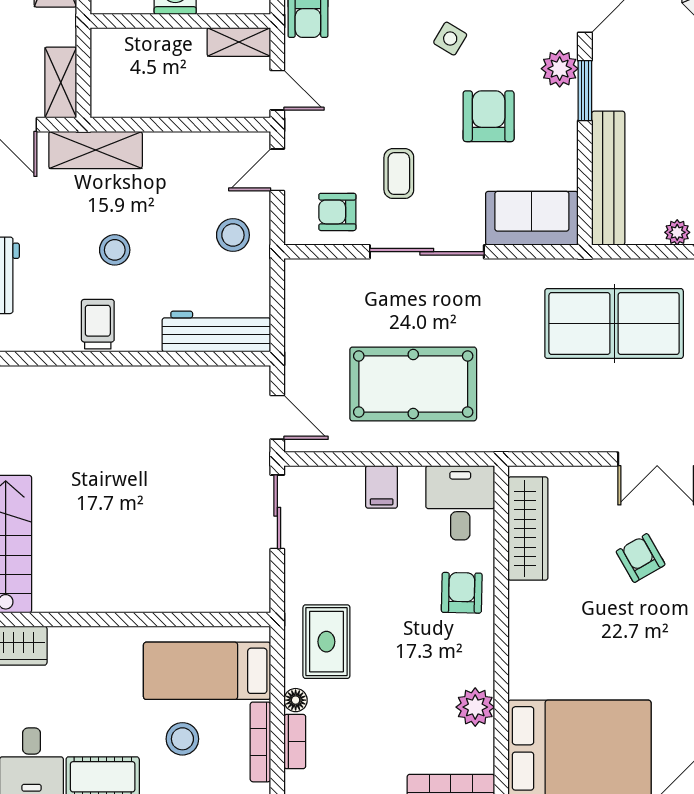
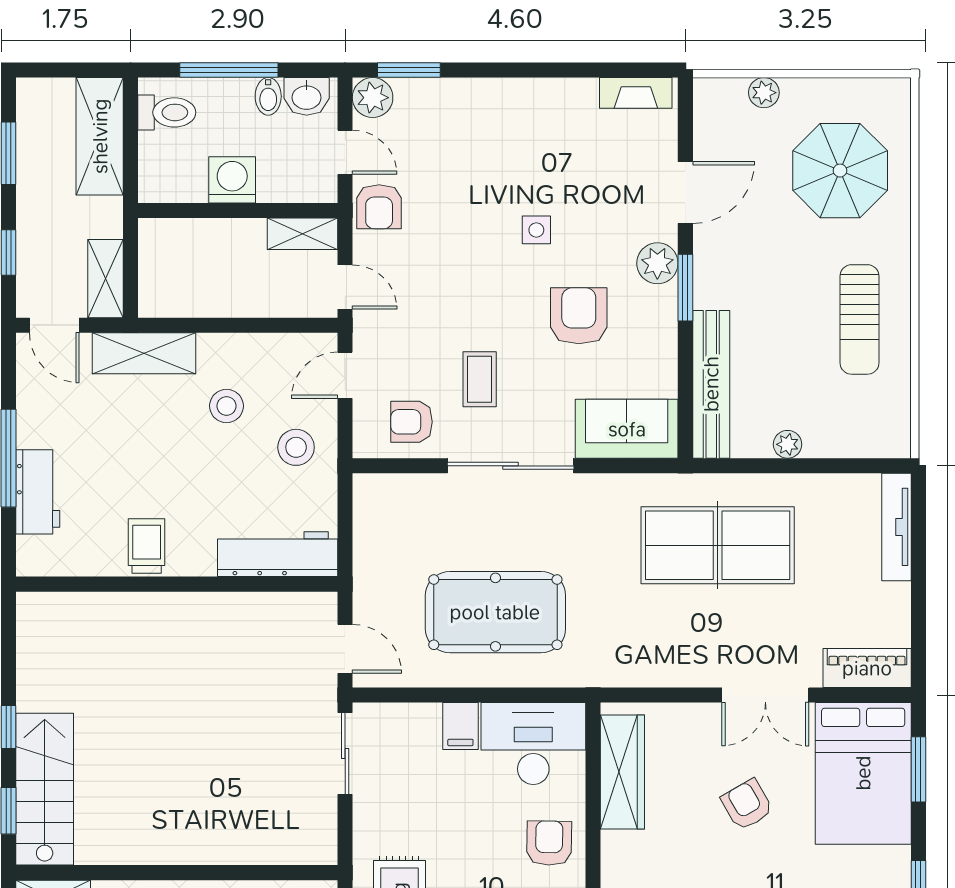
side table: (450, 39) -> (536, 230), turned -31
stool: (115, 250) -> (226, 406), moved
desk: (460, 503) -> (533, 744), width x1.37

